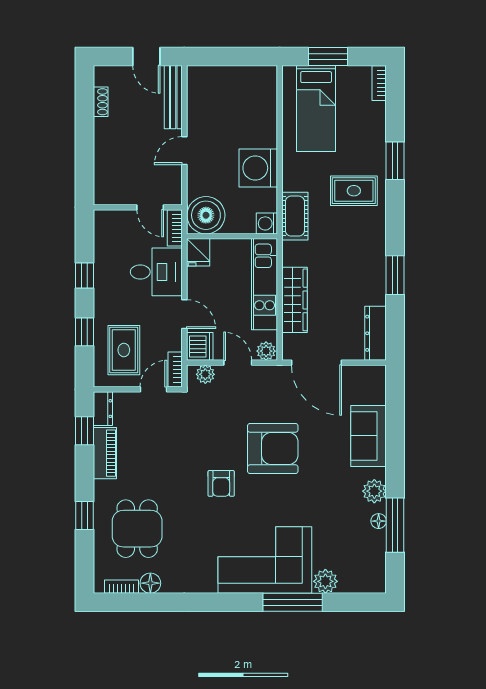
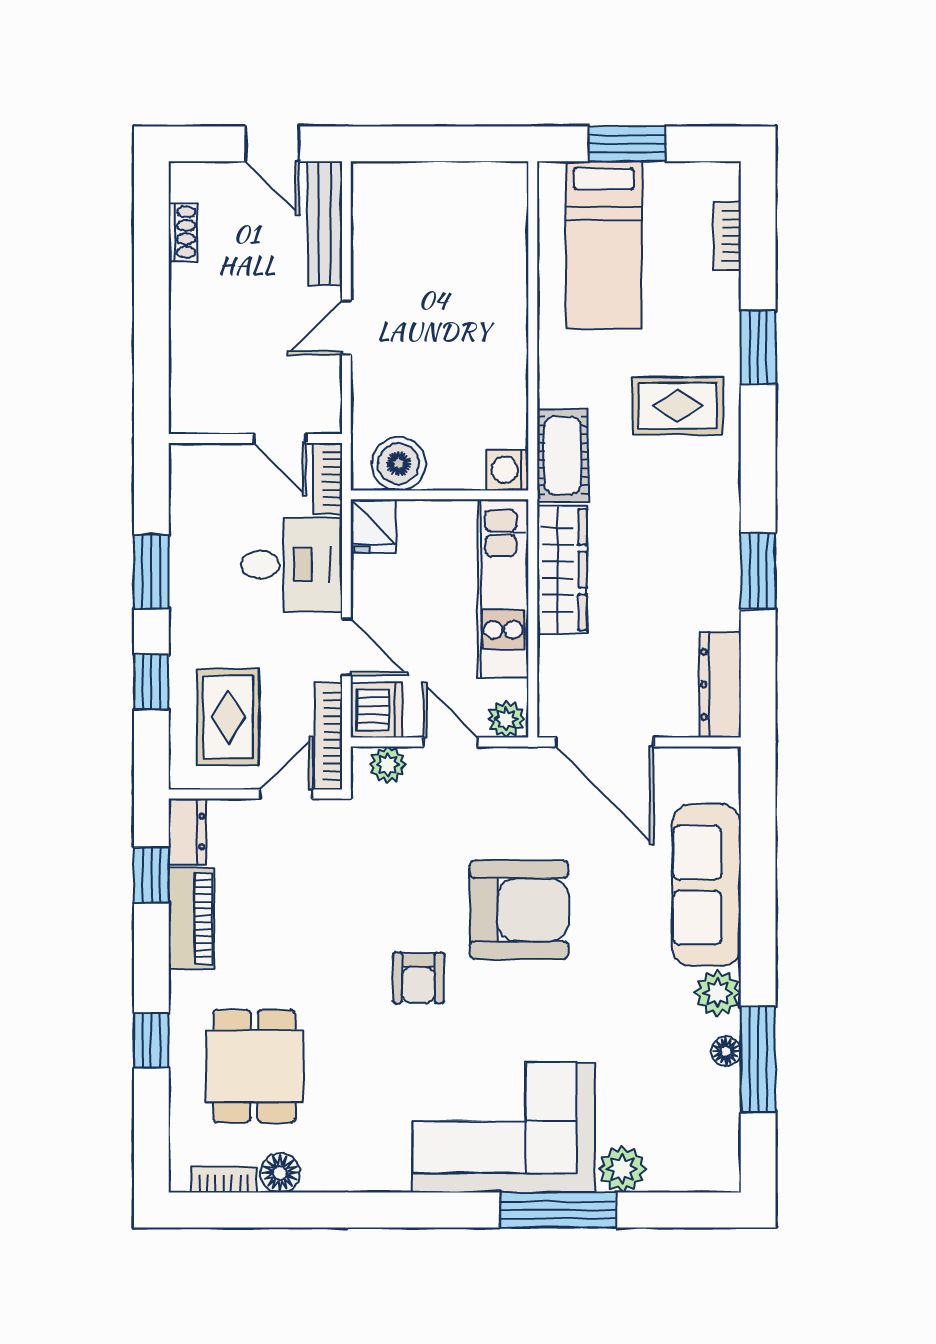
bookcase: (379, 83) -> (727, 236), moved
washing machine: (258, 168) -> (491, 362), removed
boiler: (206, 215) -> (399, 464), width x0.73, depth x0.73
window: (84, 276) -> (151, 572), width x1.50
wardrobe: (295, 300) -> (562, 570), moved
bookcase: (175, 370) -> (328, 736), width x1.56
sofa: (368, 436) -> (706, 885), width x1.36

